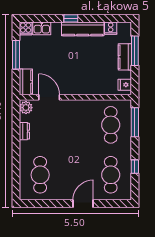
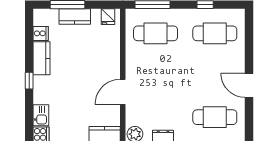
kitchen counter: (83, 29) -> (41, 58), width x0.67
door: (49, 97) -> (123, 92), moved
door: (83, 204) -> (249, 85), moved

